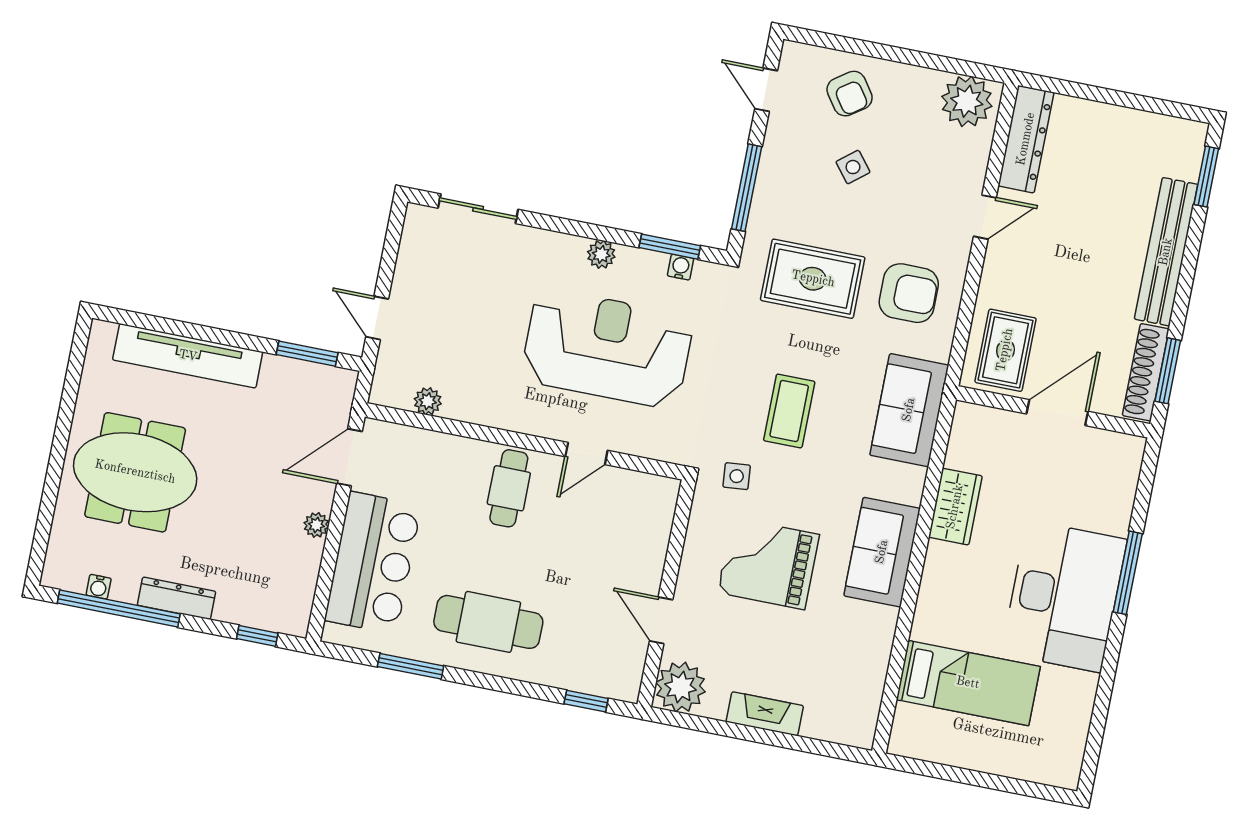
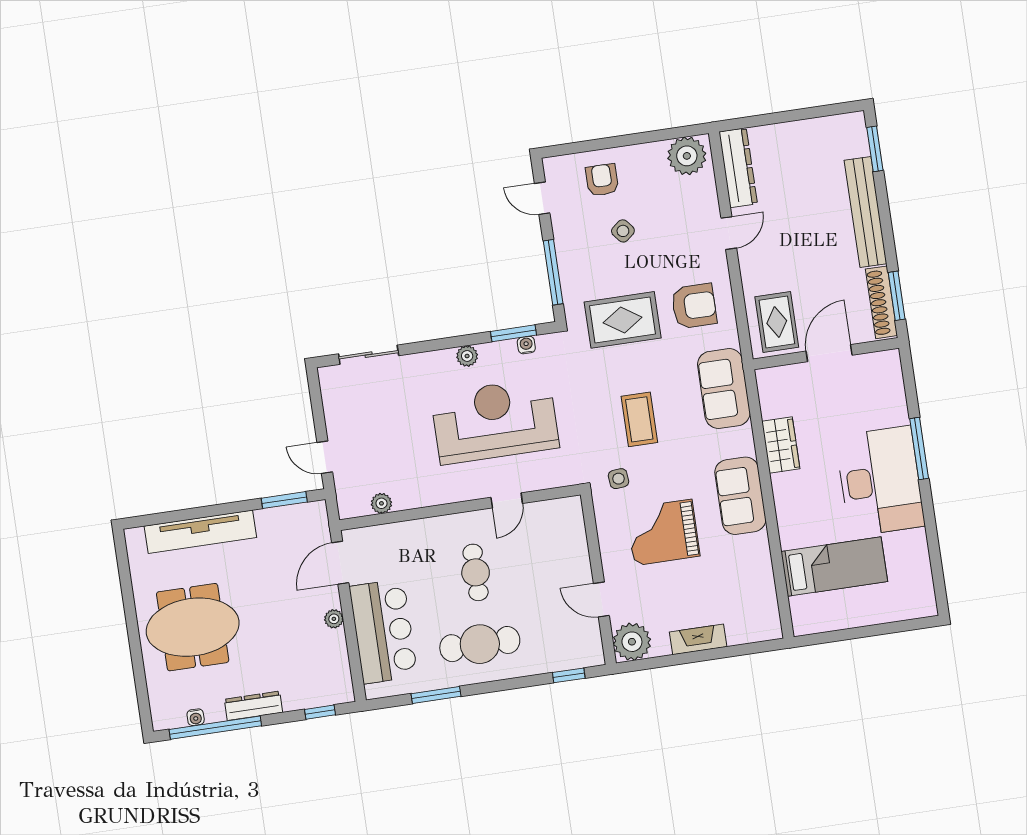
armchair: (850, 94) -> (602, 180), turned -145
cafe table: (509, 488) -> (476, 572), moved

